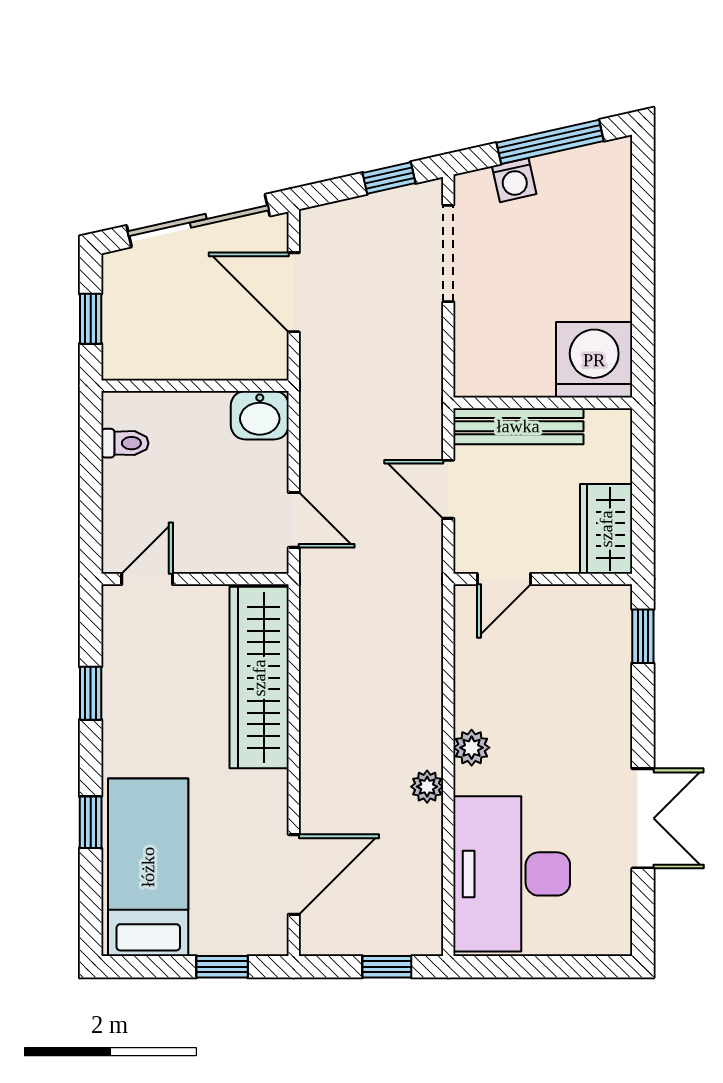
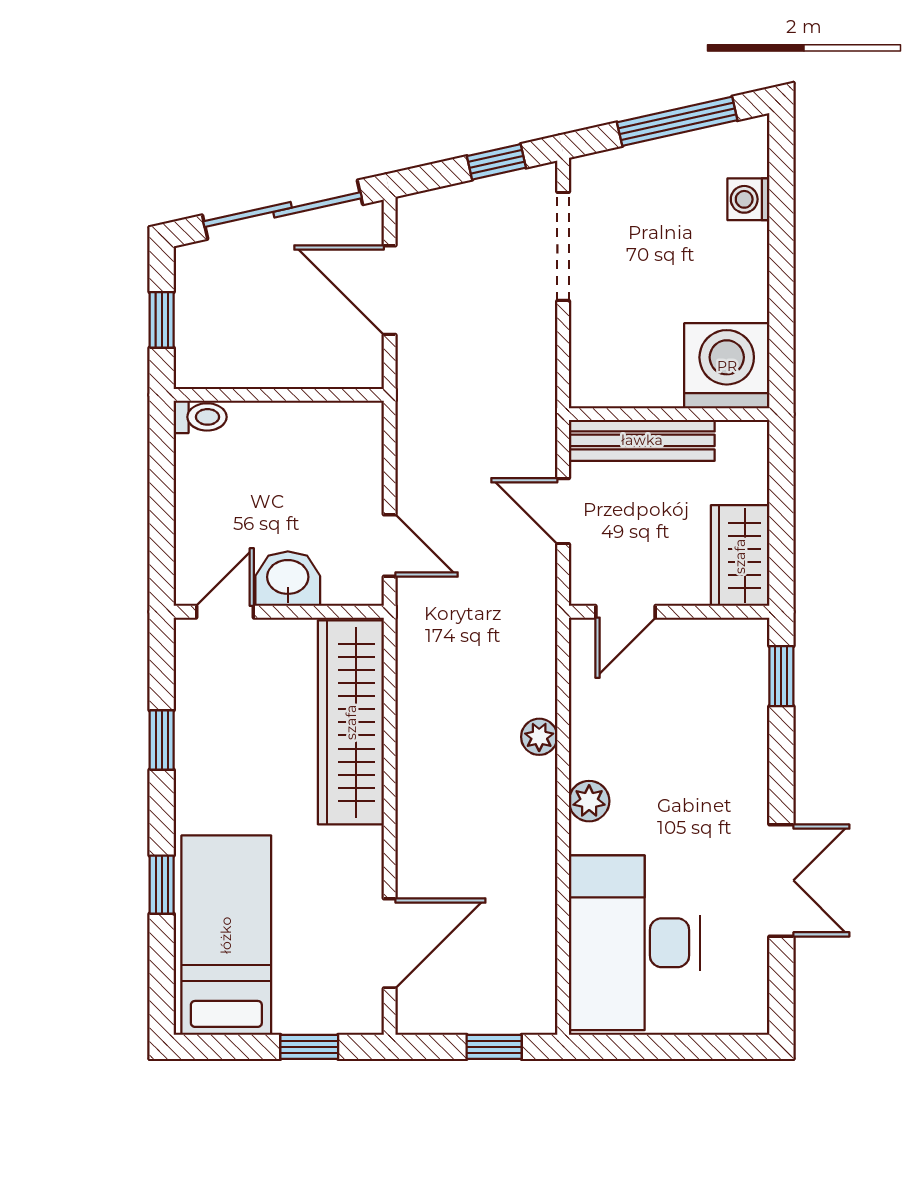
washing machine: (514, 180) -> (748, 199), moved, turned 103
washbasin: (260, 415) -> (288, 579), moved, turned 180
toilet: (125, 443) -> (200, 417), moved
plant: (427, 787) -> (539, 737), moved

